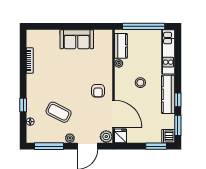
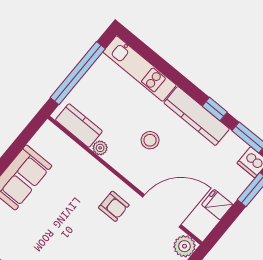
fridge: (120, 136) -> (217, 205), moved

